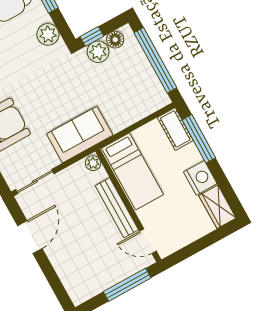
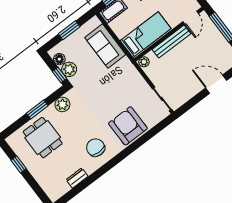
window: (155, 60) -> (69, 30), width x0.47
sofa: (80, 135) -> (105, 46), moved
door: (30, 237) -> (216, 84), moved

